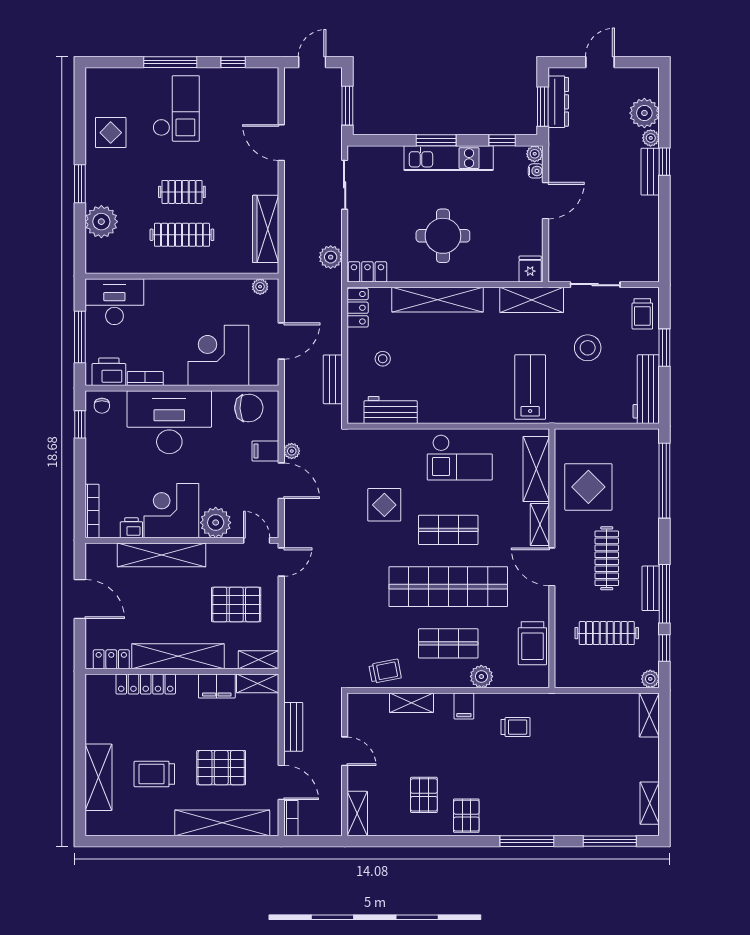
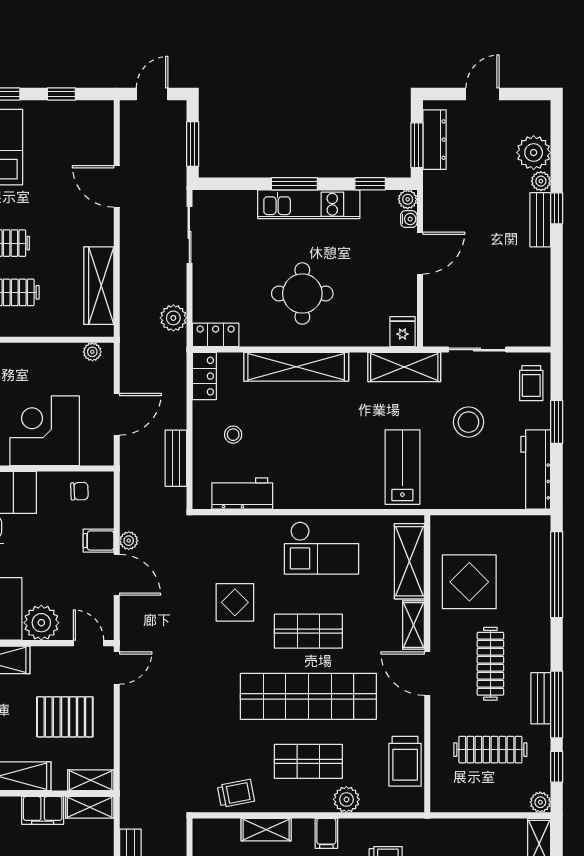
chair: (249, 408) -> (79, 491), width x0.54, depth x0.54

